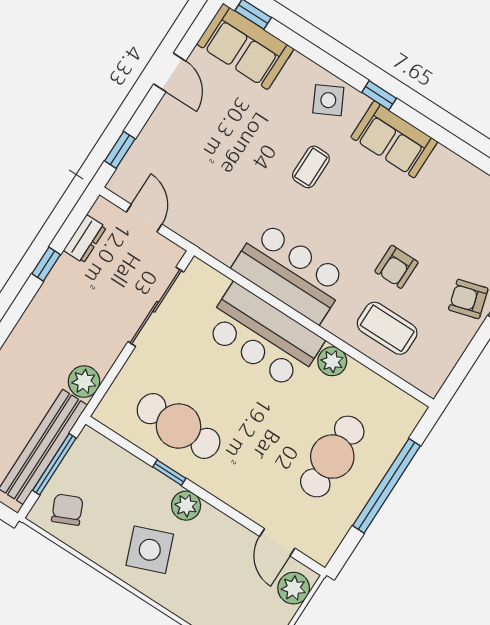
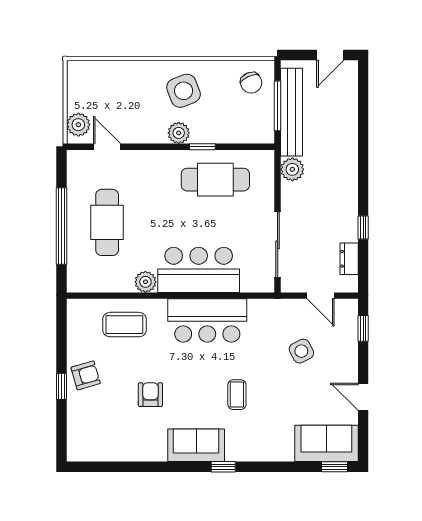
side table: (328, 100) -> (301, 351), moved
armchair: (396, 267) -> (150, 395), moved

